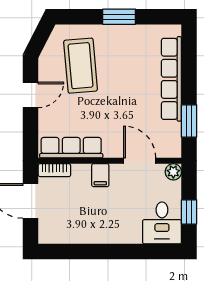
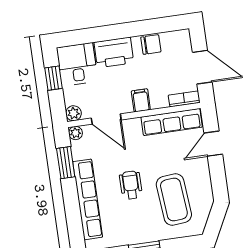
wheelchair: (124, 87) -> (131, 185), added
door: (31, 95) -> (213, 144), moved
plant: (174, 151) -> (76, 133), added
printer: (121, 230) -> (114, 52), added
chair: (81, 233) -> (151, 45), added

